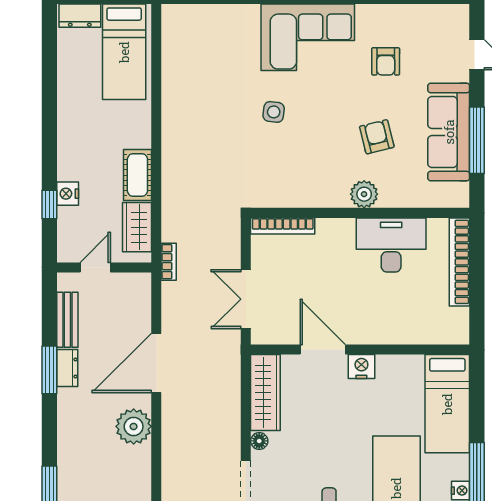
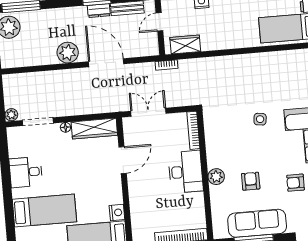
armchair: (377, 137) -> (251, 181), turned -76
cot: (137, 175) -> (216, 42), removed
desk: (391, 245) -> (186, 172), moved
door: (95, 267) -> (159, 22), swing flipped
nightstand: (361, 367) -> (117, 212), moved

